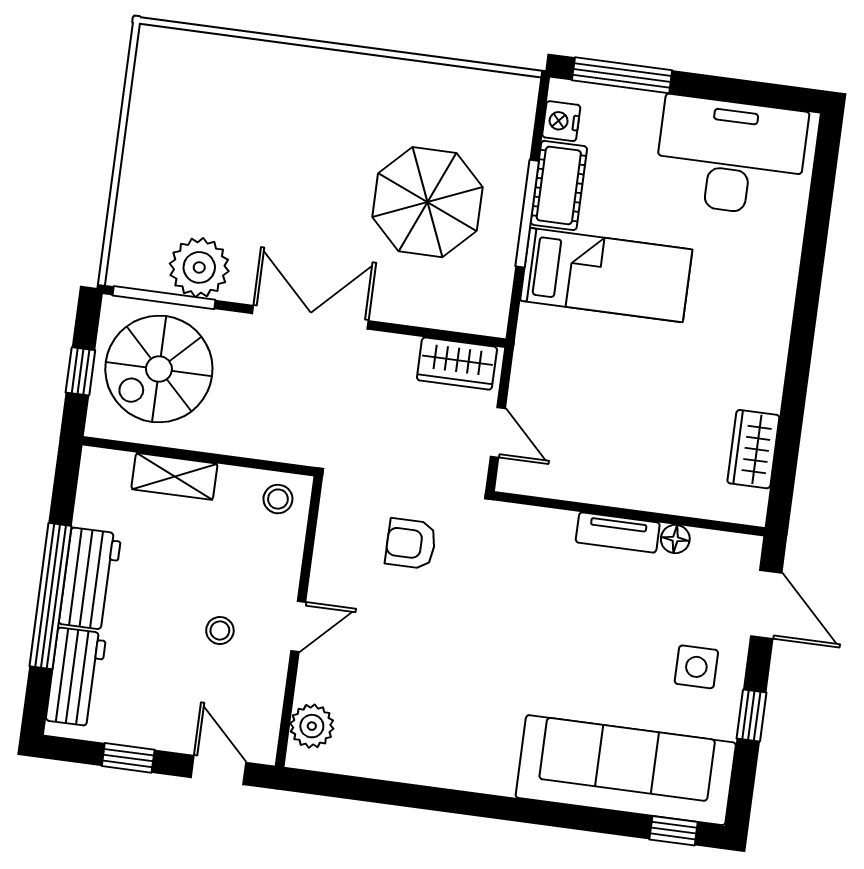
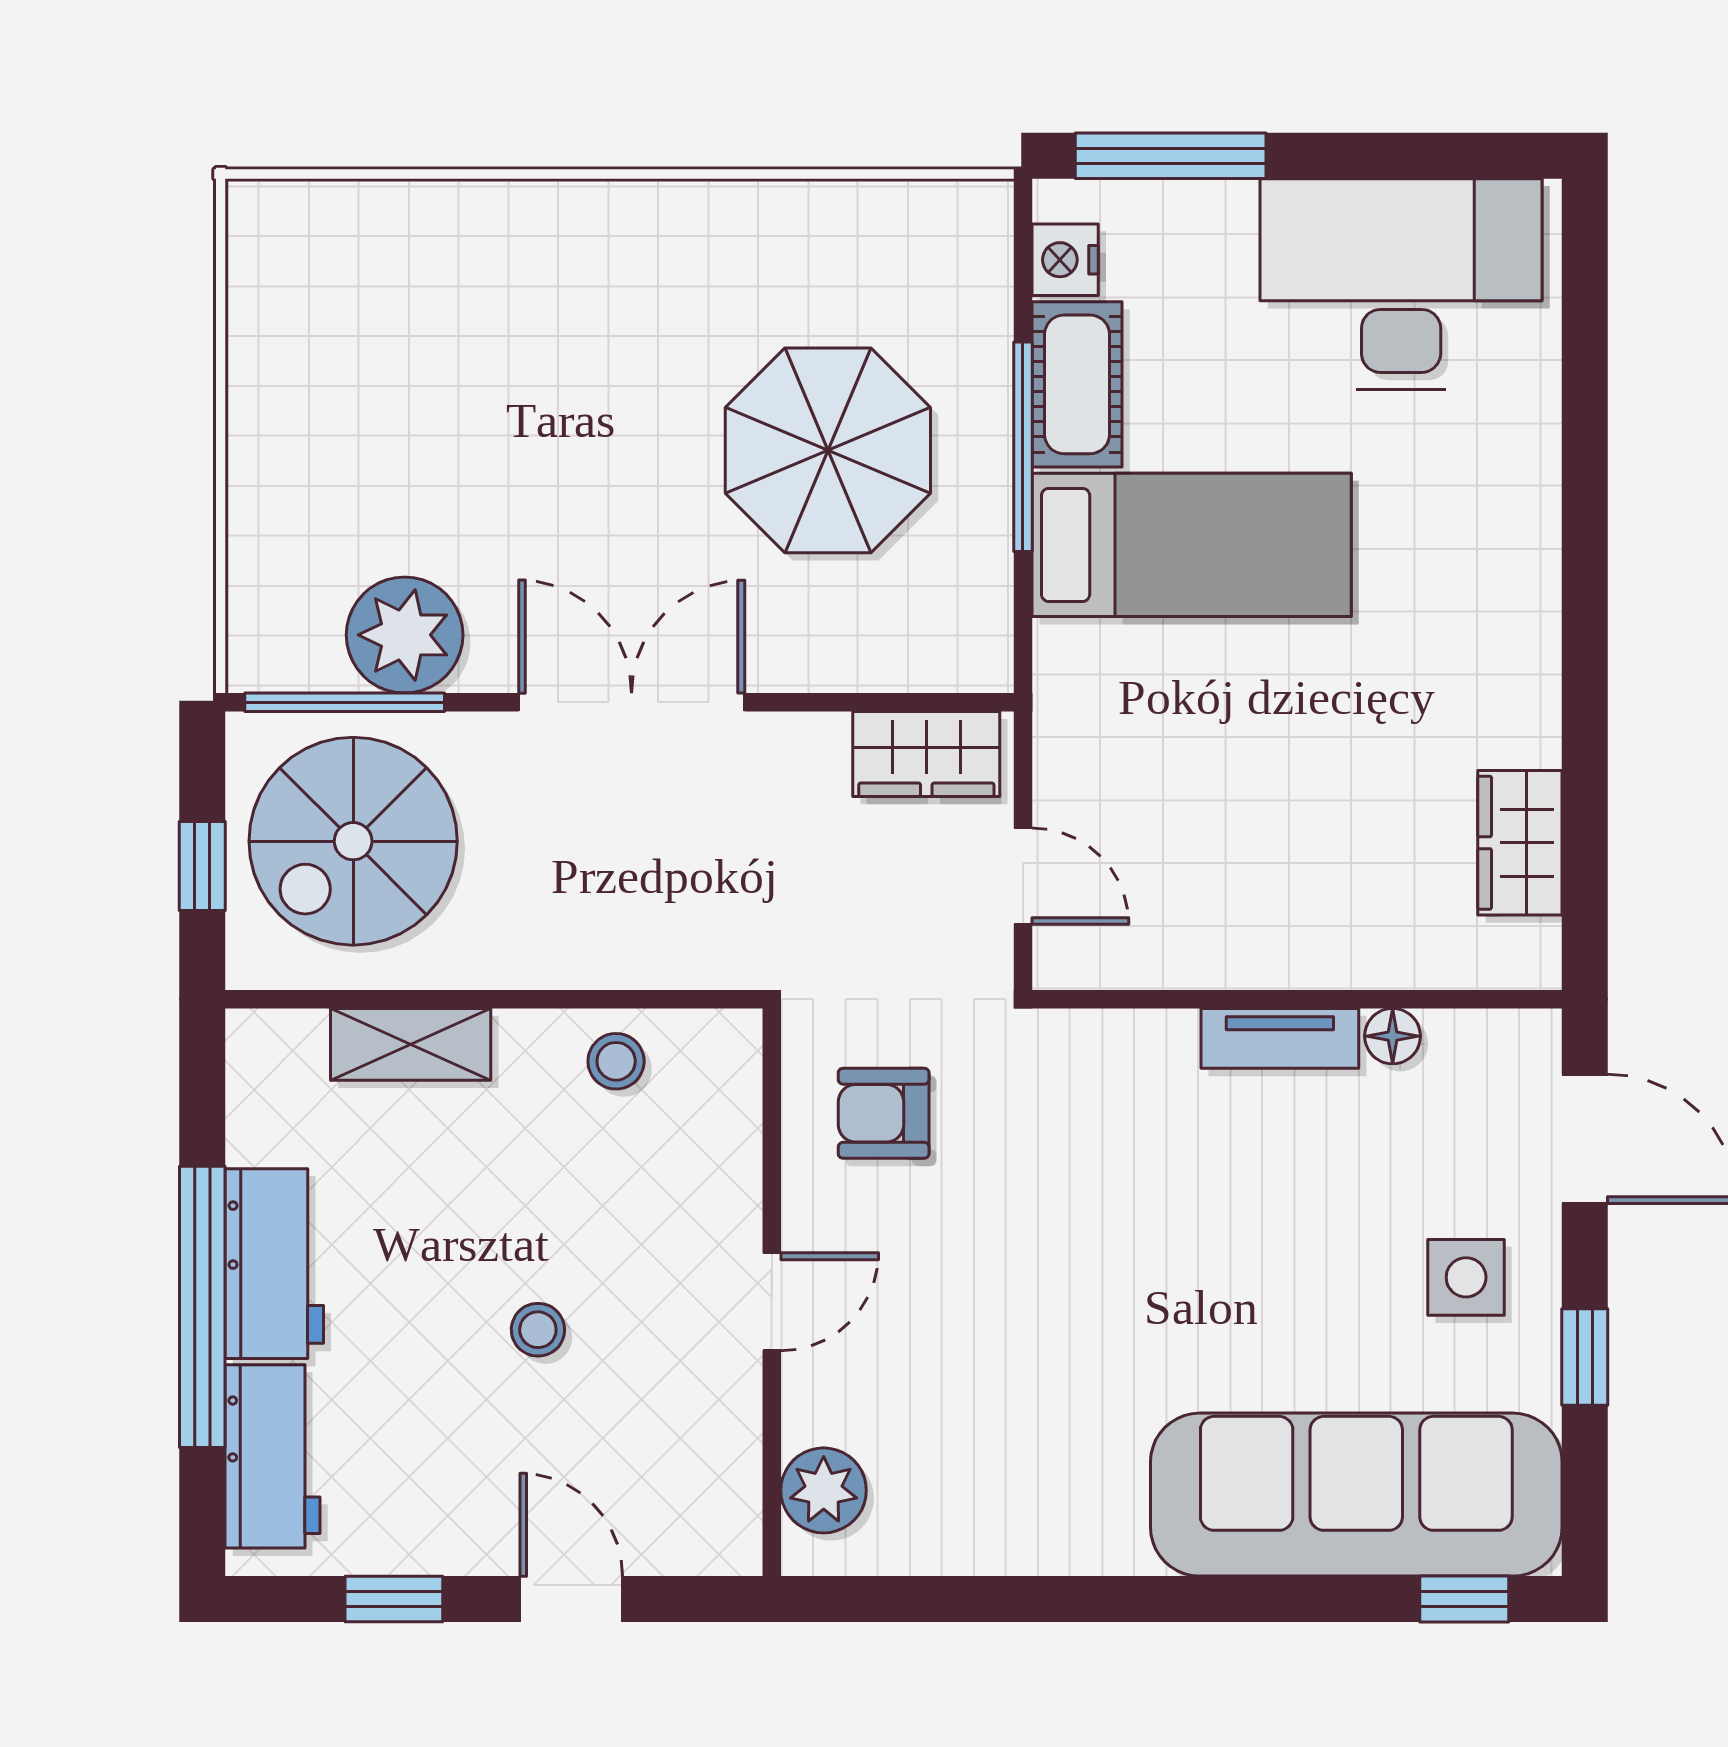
wall: (299, 622) -> (772, 1292), moved
door: (298, 626) -> (772, 1302), moved
plant: (312, 726) -> (824, 1490), moved

